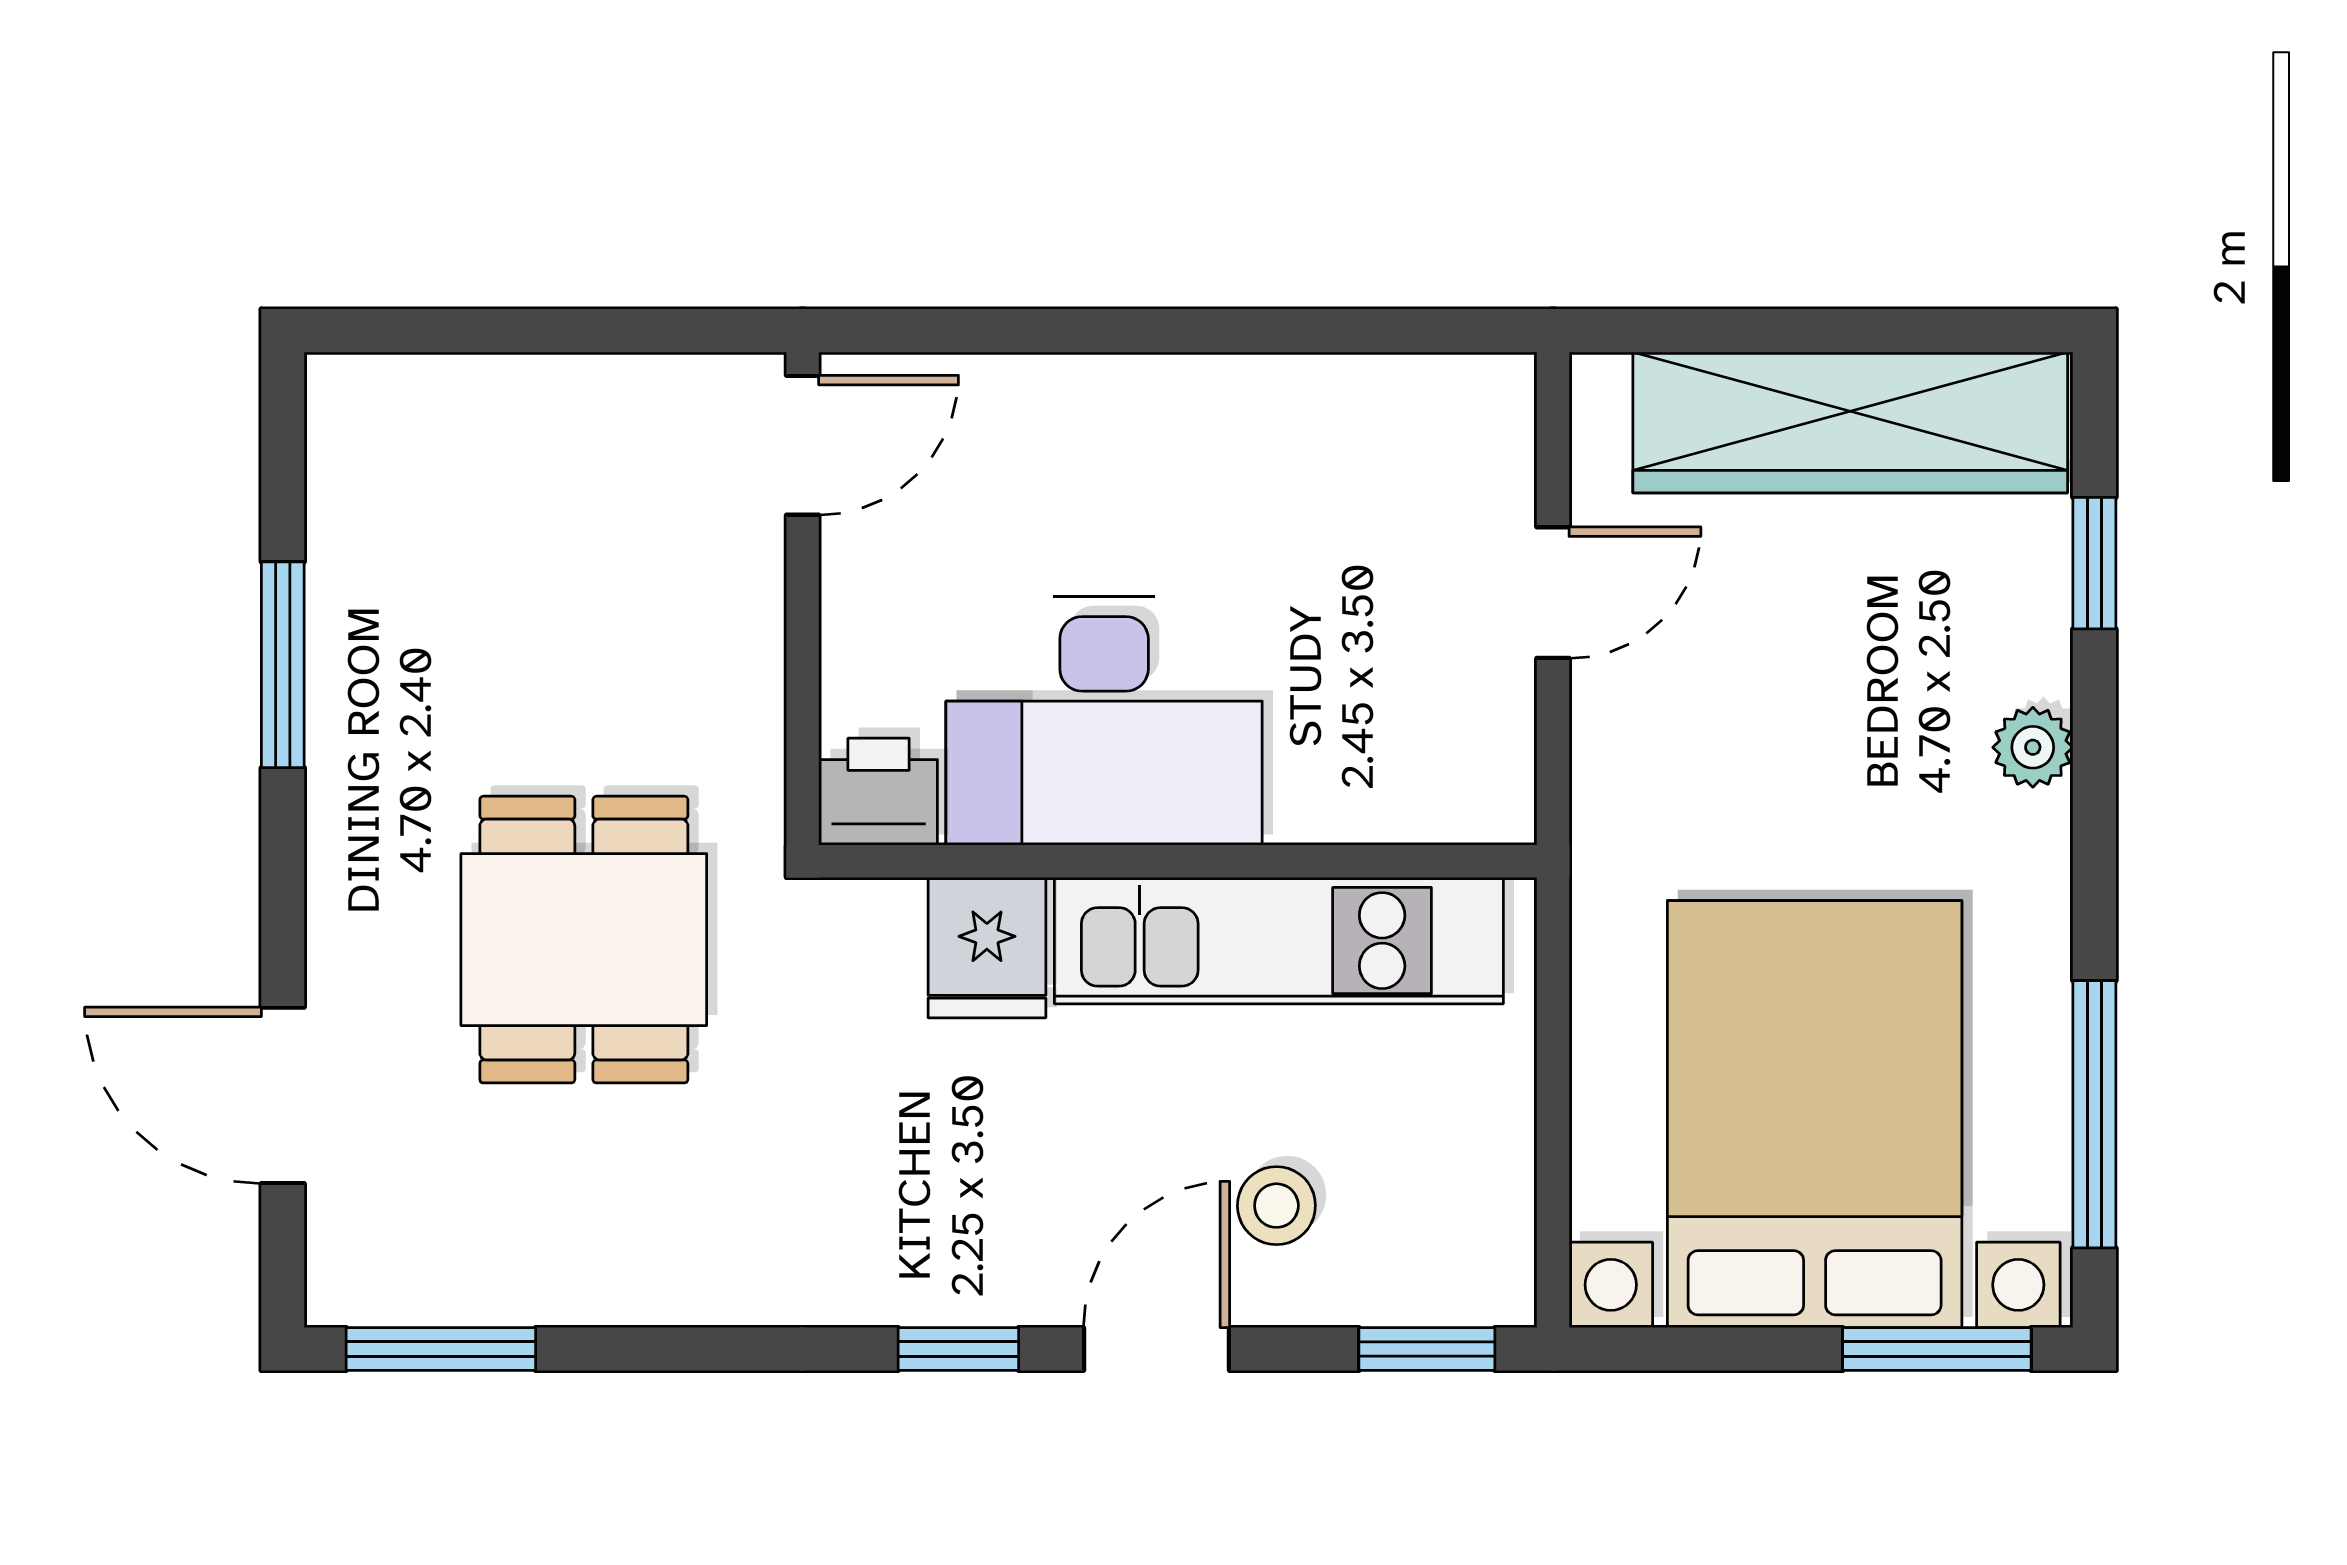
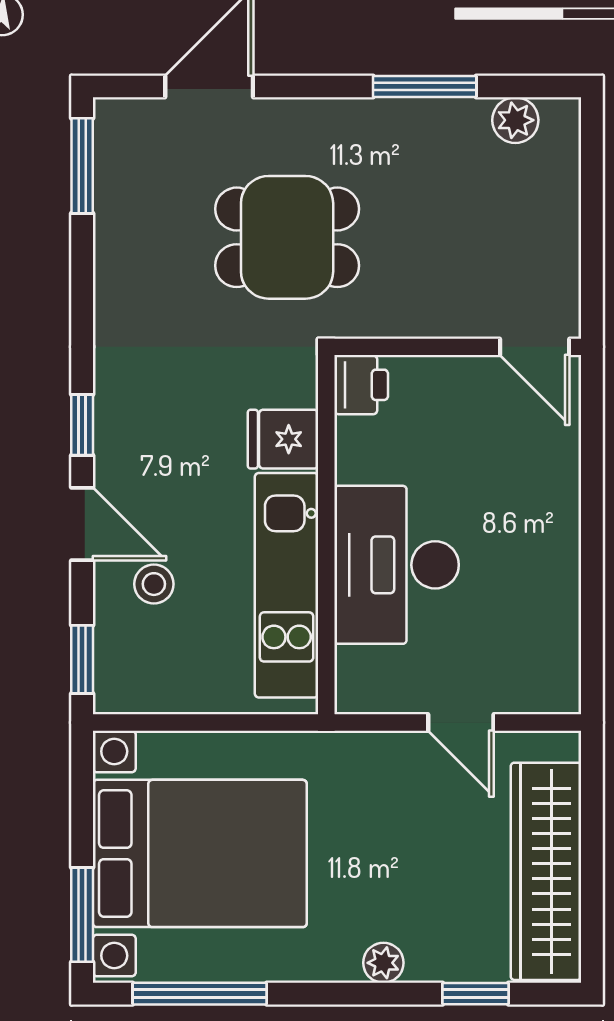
plant: (350, 484) -> (515, 120), added
desk: (1104, 721) -> (397, 565), moved

